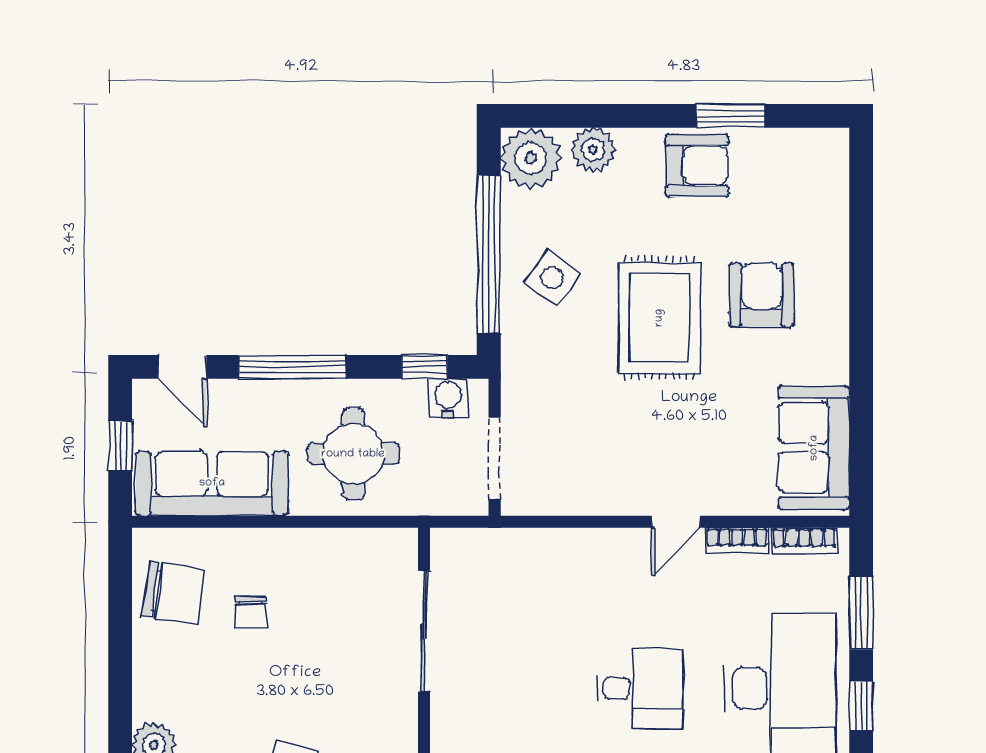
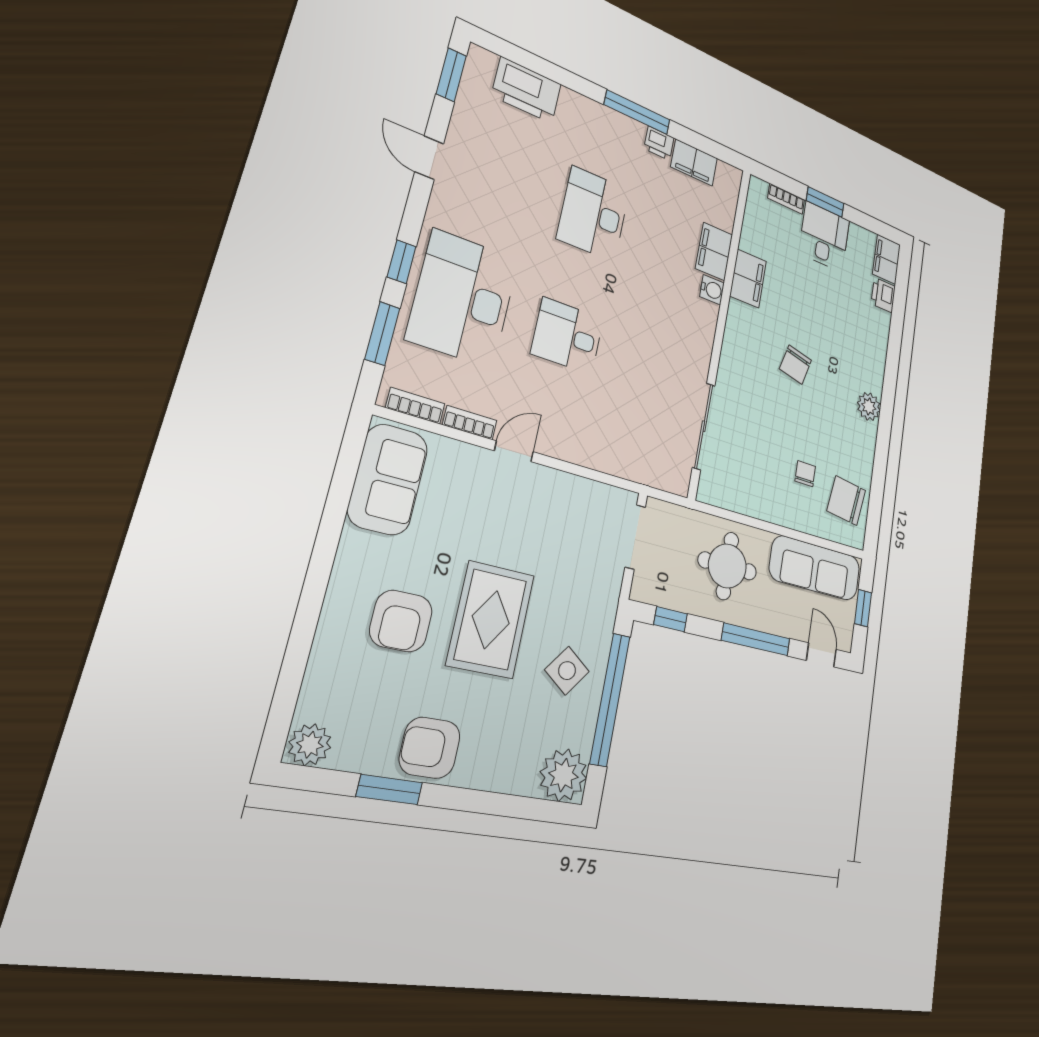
plant: (593, 150) -> (310, 745), moved
water cooler: (448, 398) -> (659, 592), removed

